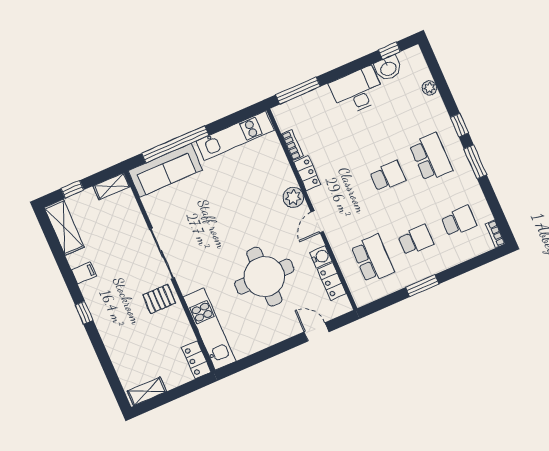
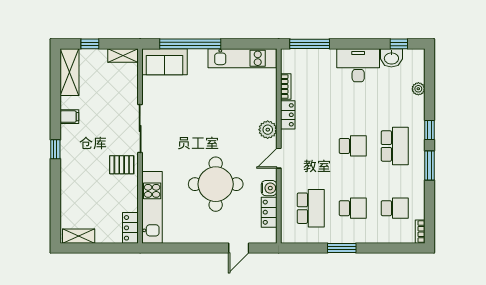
sofa: (165, 170) -> (165, 62), width x0.73
door: (317, 332) -> (239, 248), swing flipped

